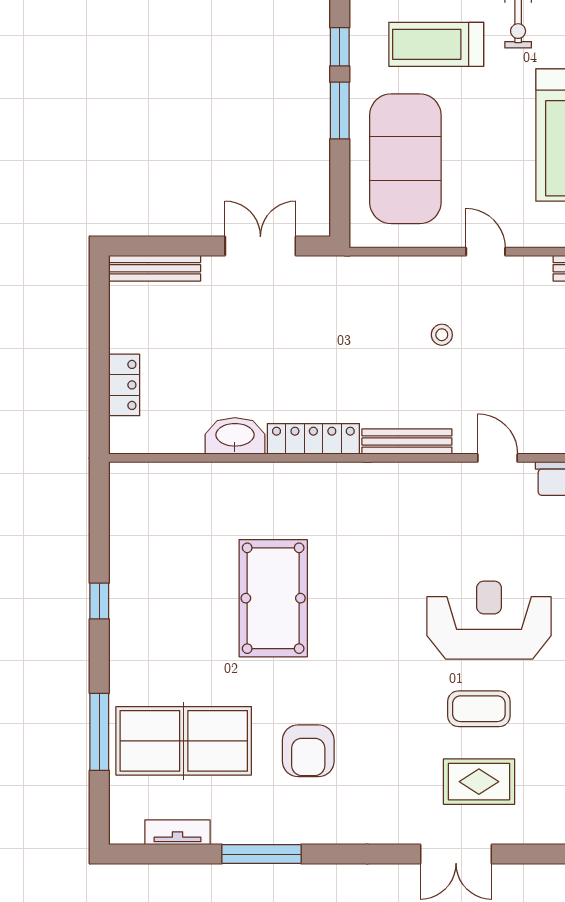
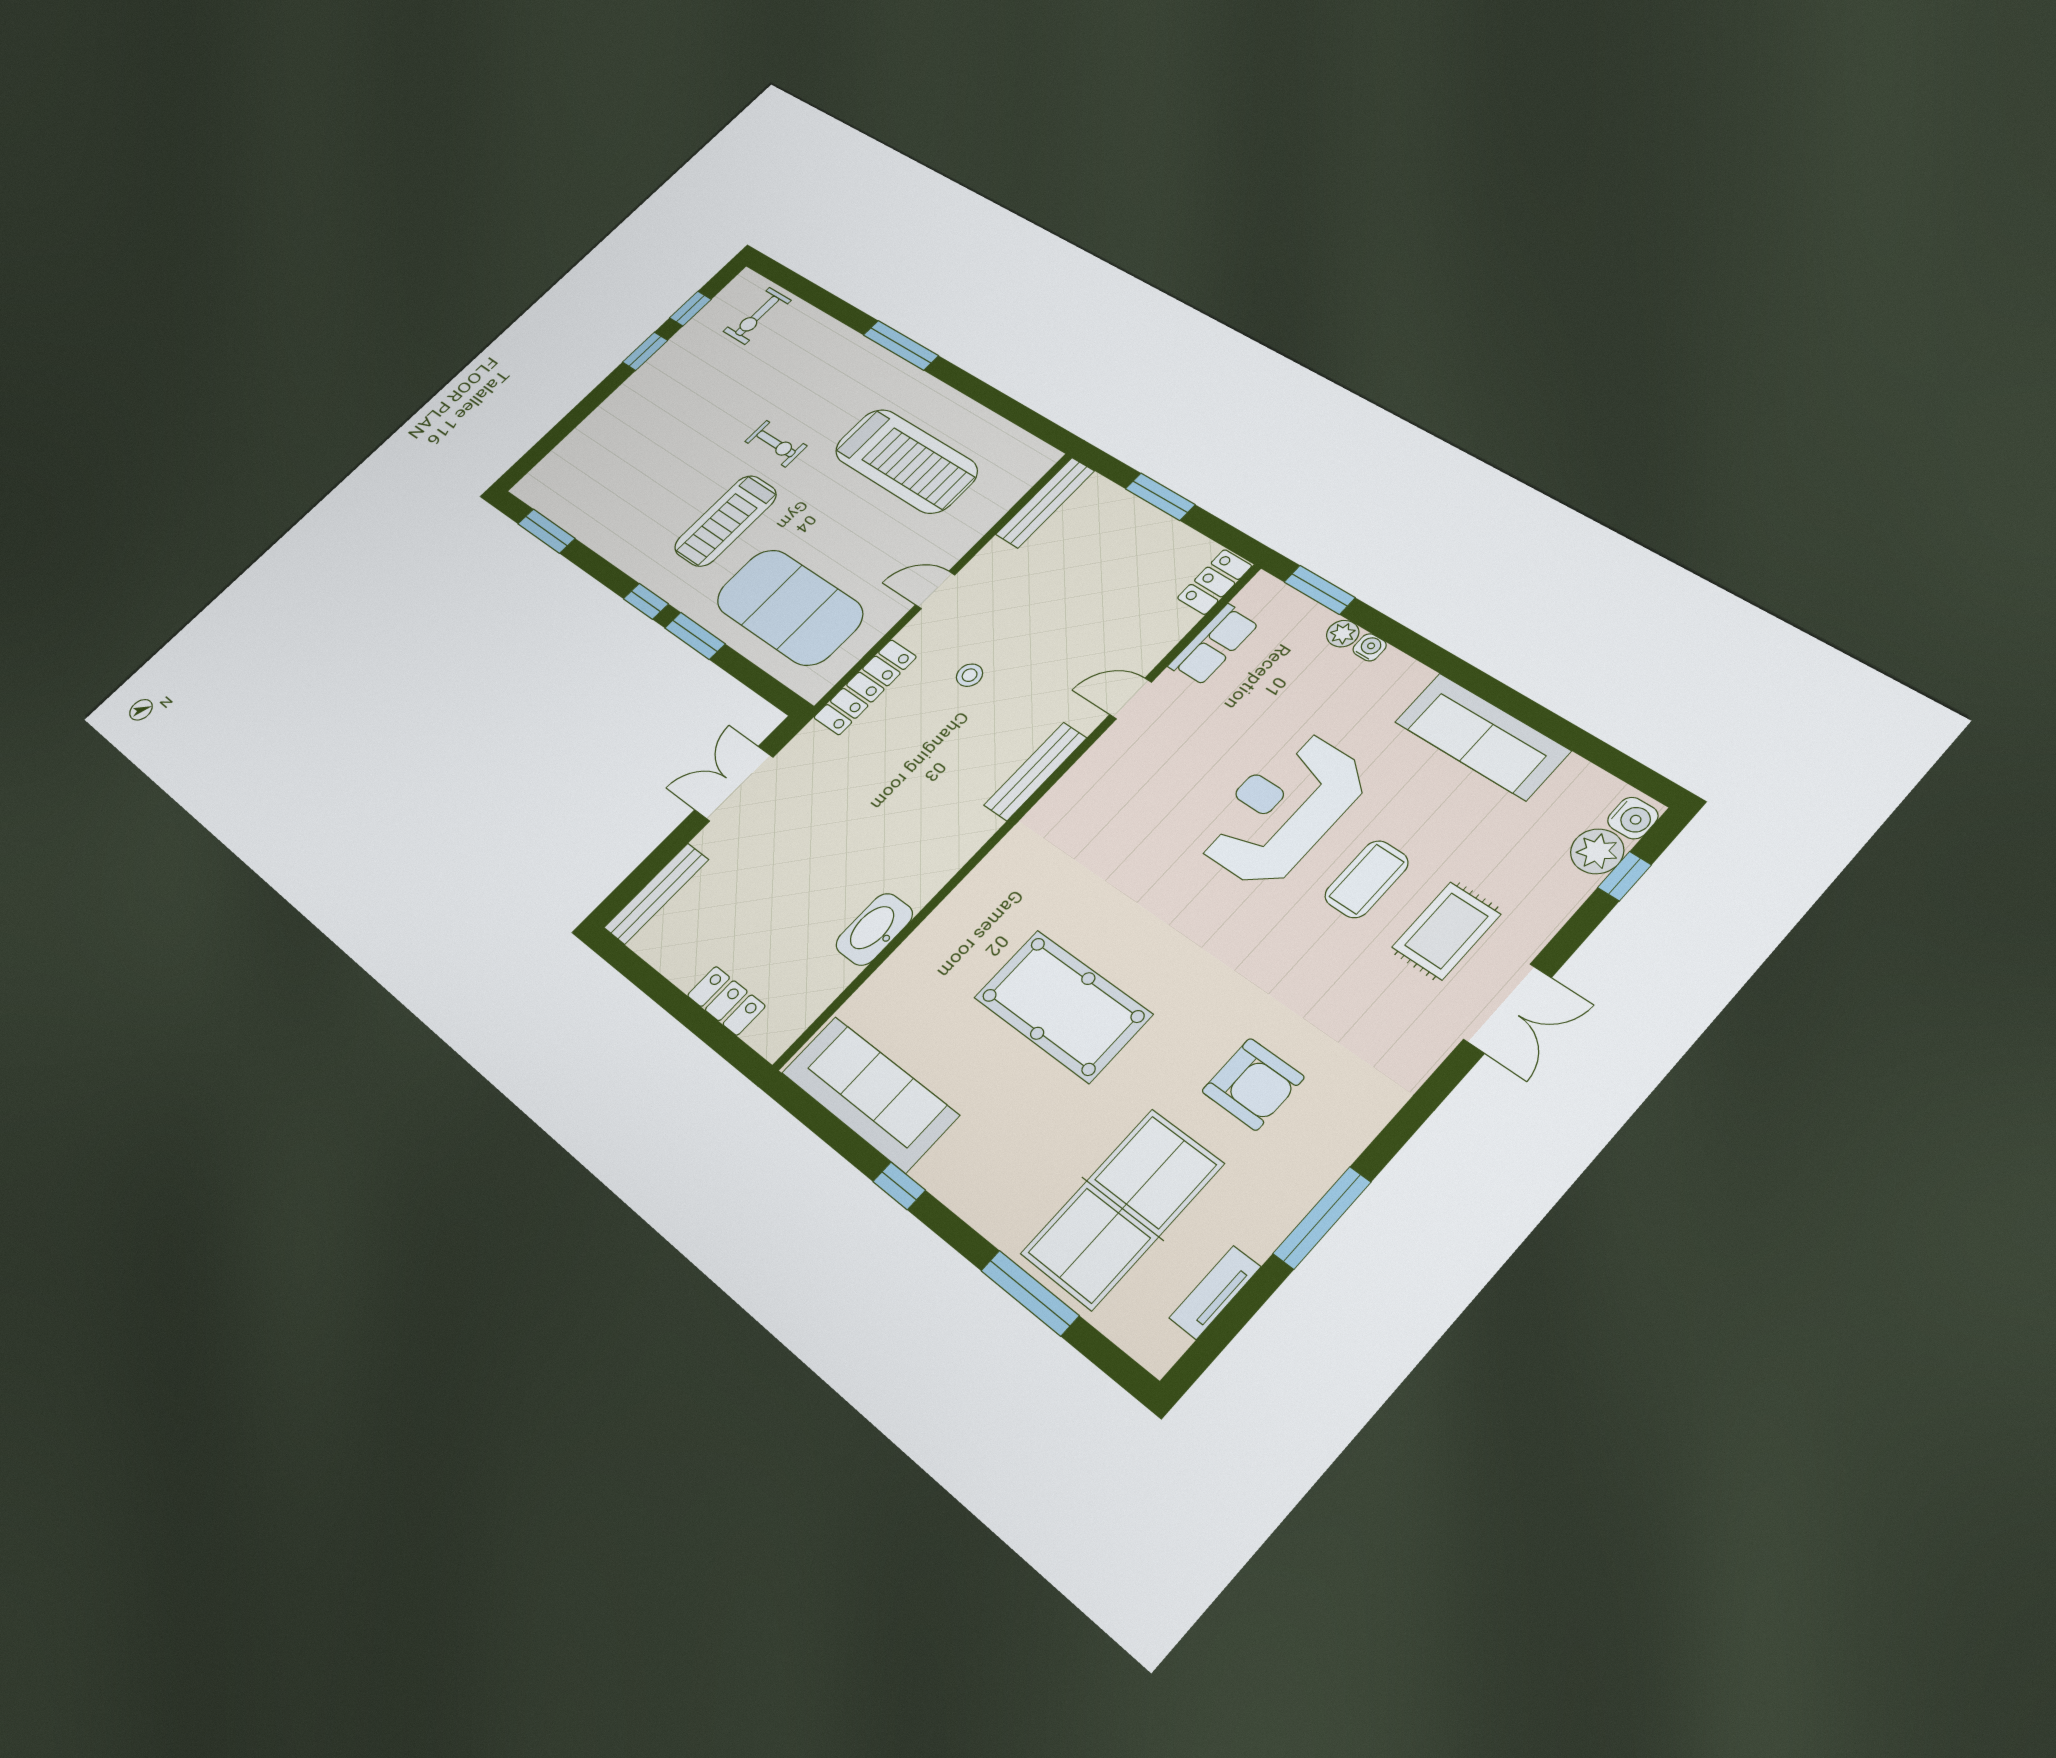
locker: (313, 439) -> (865, 687), moved, turned 180
sofa: (137, 532) -> (870, 1094), added

